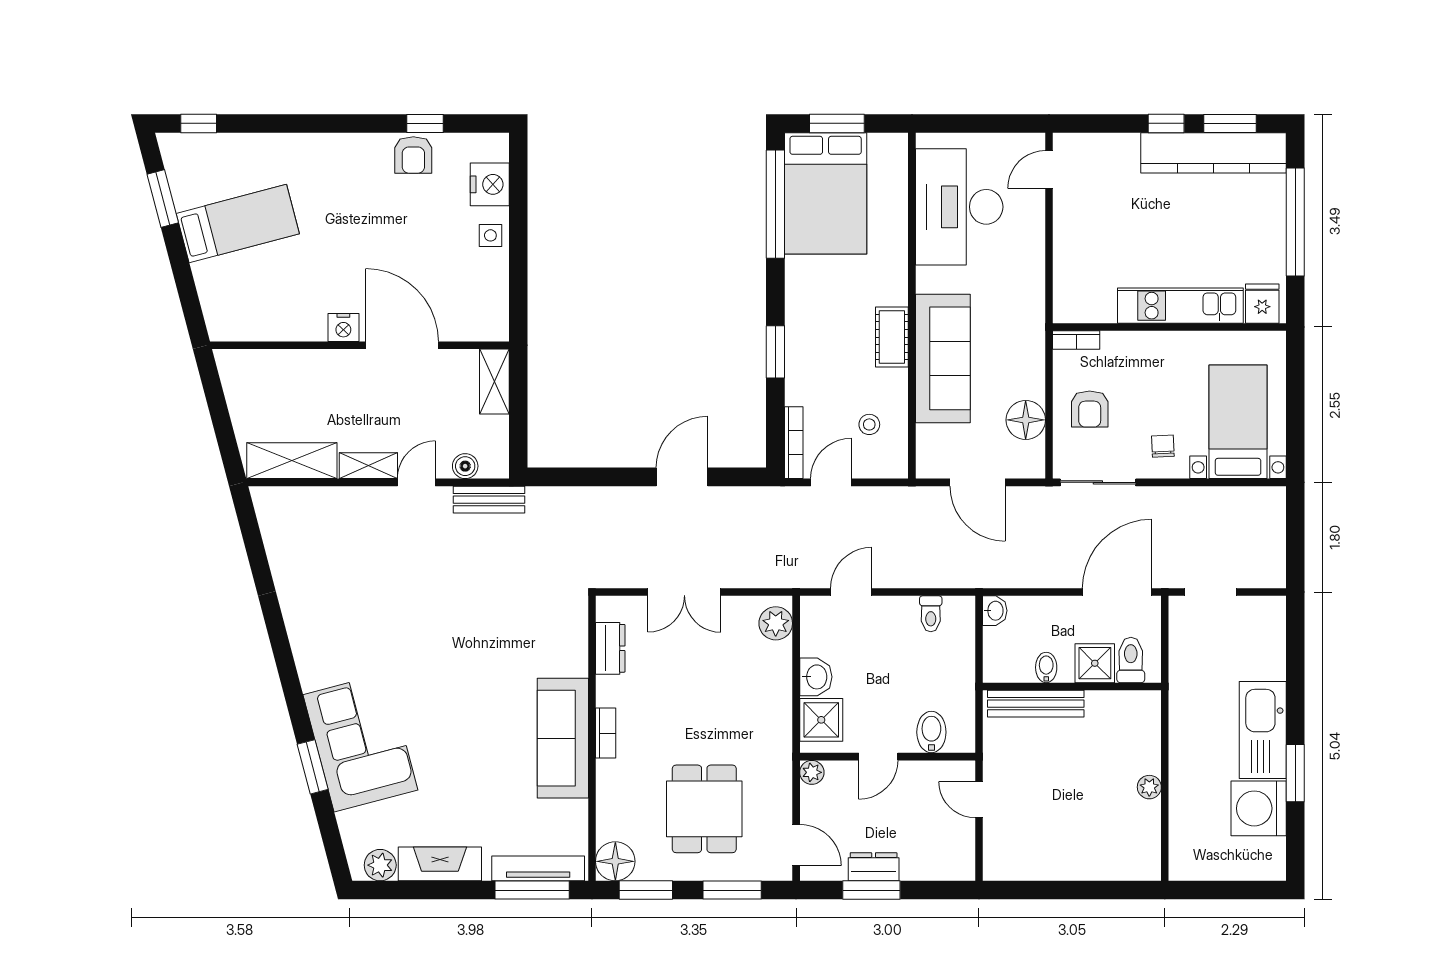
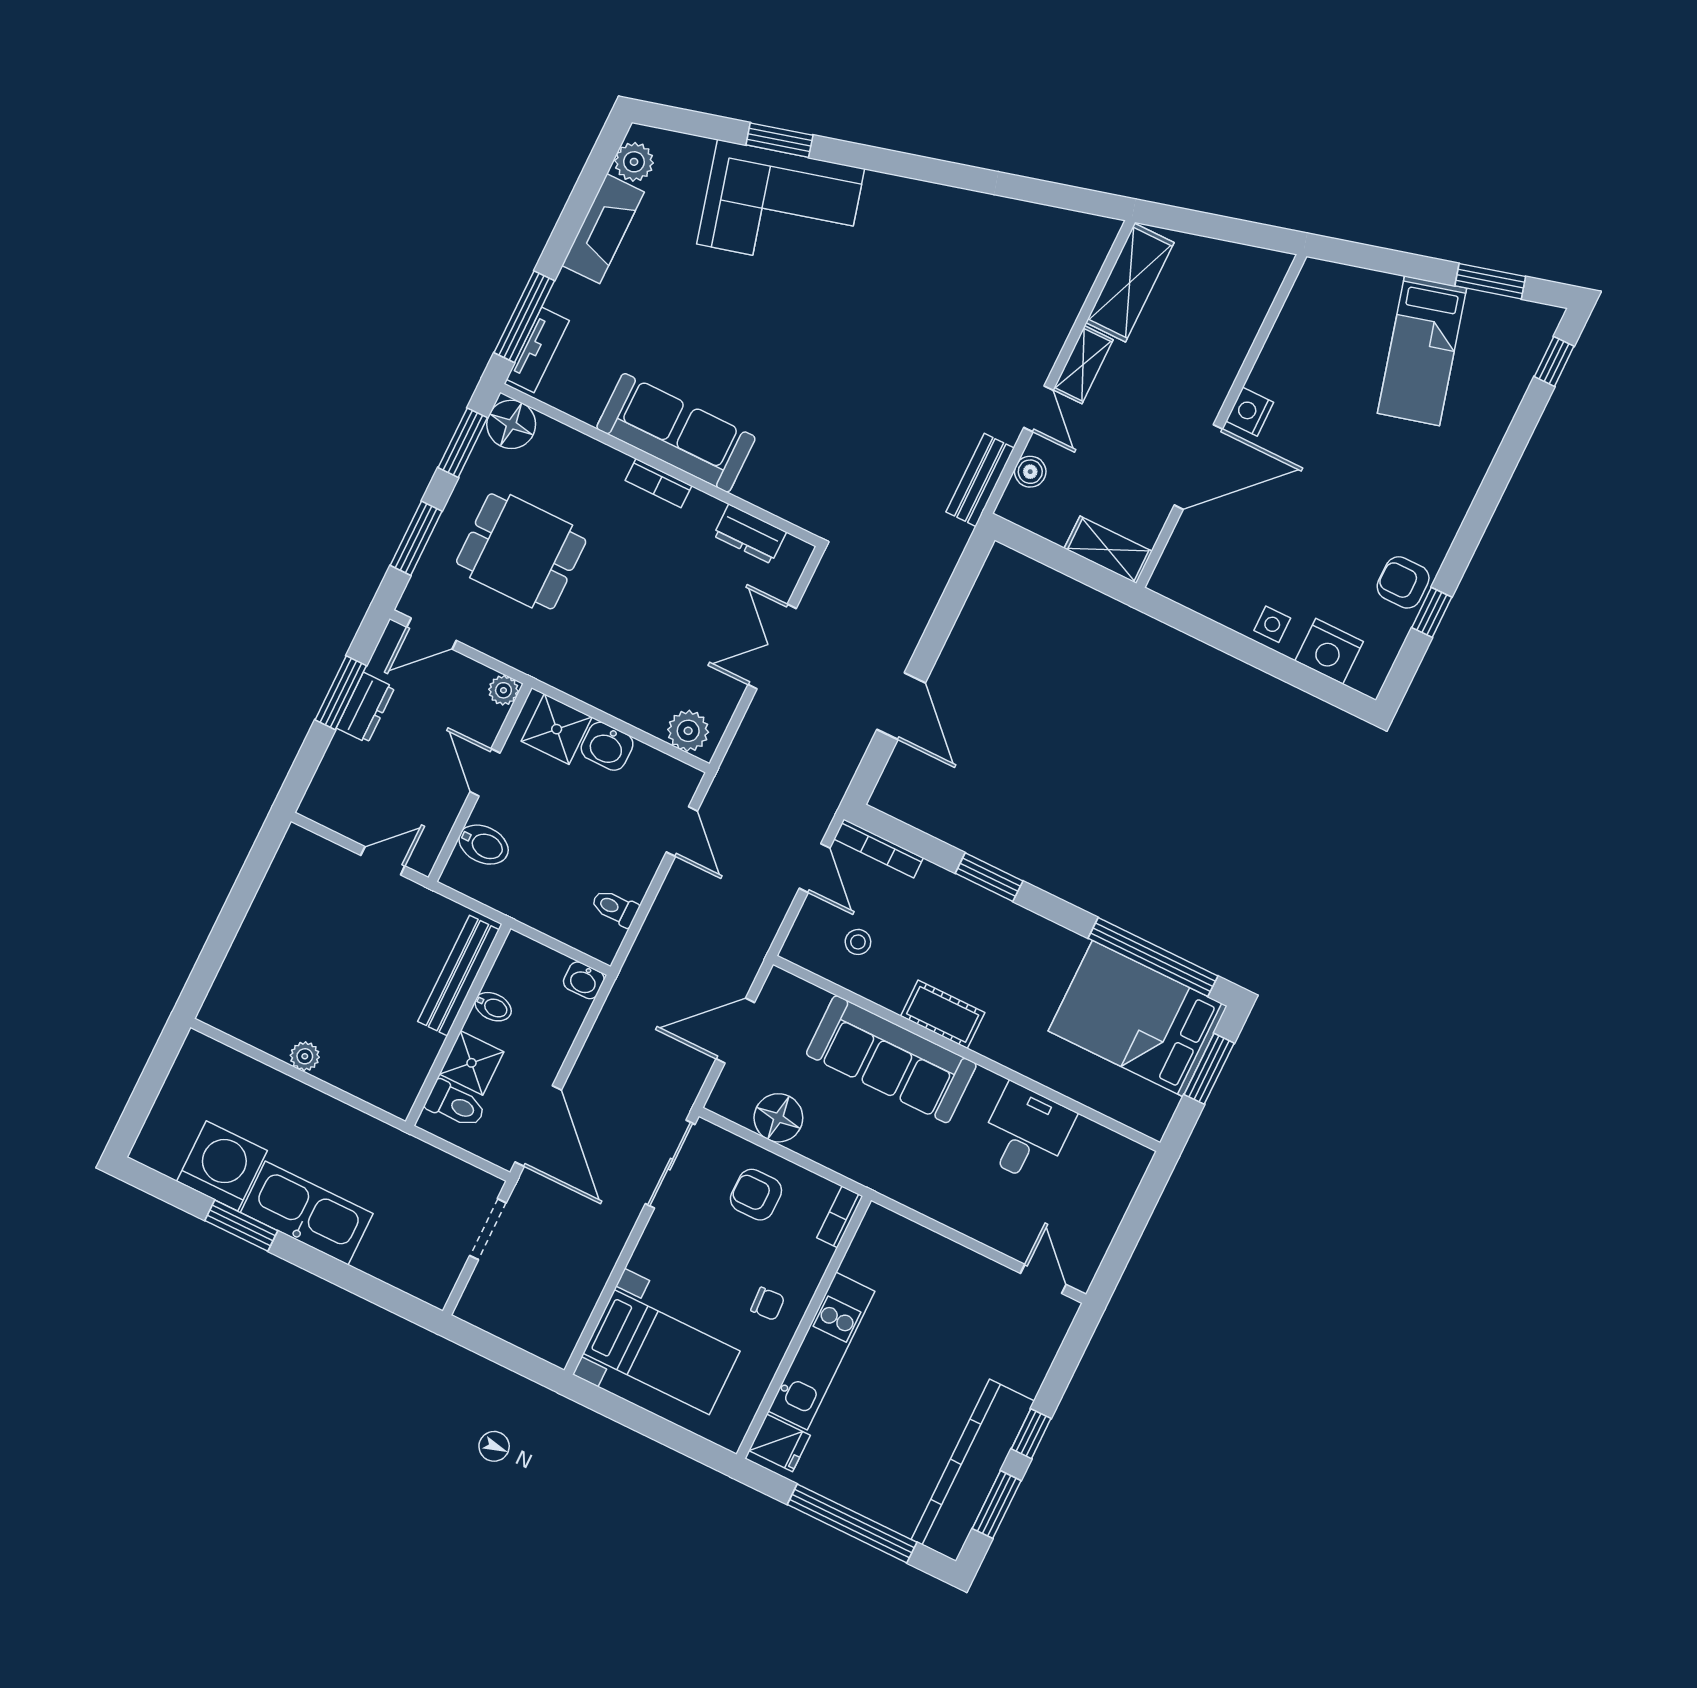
desk: (959, 207) -> (1026, 1133), width x0.53, depth x0.77
chair: (1163, 446) -> (768, 1304), moved
tv unit: (538, 868) -> (538, 350), width x0.71

